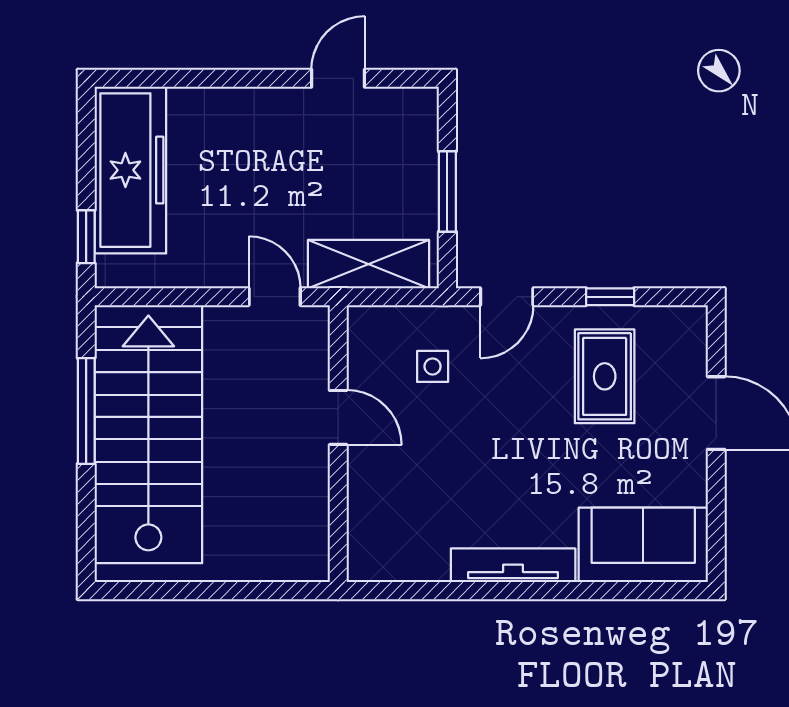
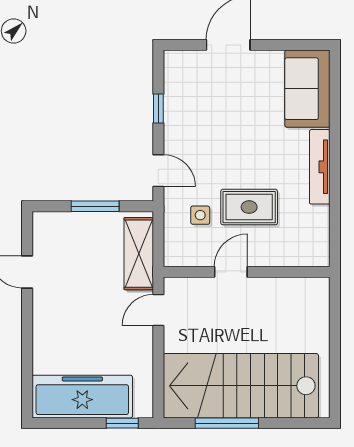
rug: (605, 376) -> (249, 207), moved

